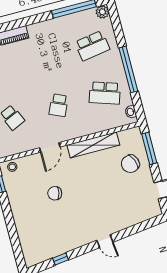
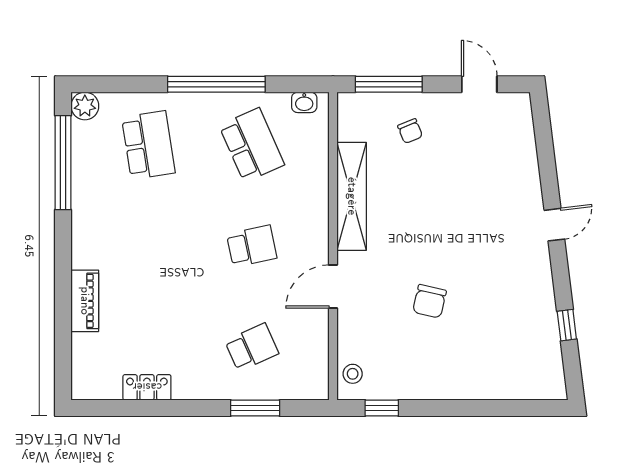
school desk: (105, 93) -> (252, 145), turned -42
school desk: (58, 105) -> (252, 246), turned -36
door: (50, 147) -> (333, 287), swing flipped
chair: (130, 164) -> (410, 131), width x0.54, depth x0.54

